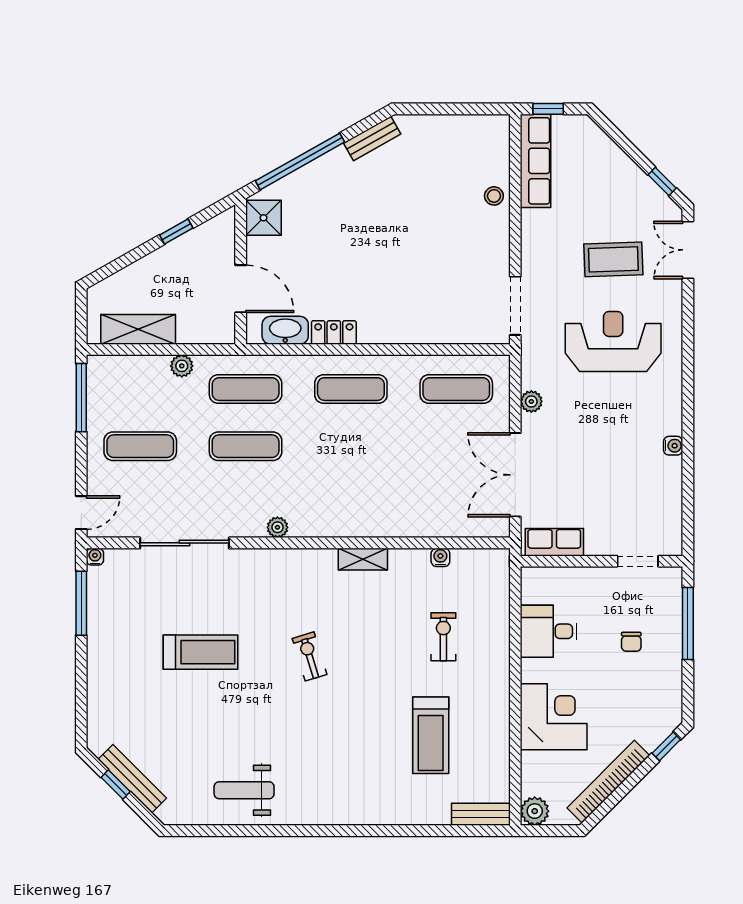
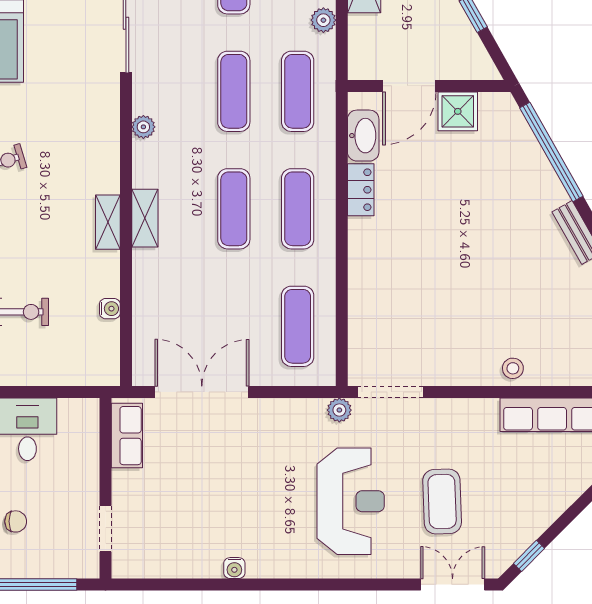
shower: (264, 218) -> (458, 111), moved
plant: (531, 401) -> (339, 410), moved
exercise mat: (351, 446) -> (234, 209), added
shelving: (359, 526) -> (145, 218), added
chair: (631, 642) -> (16, 521), turned 180

